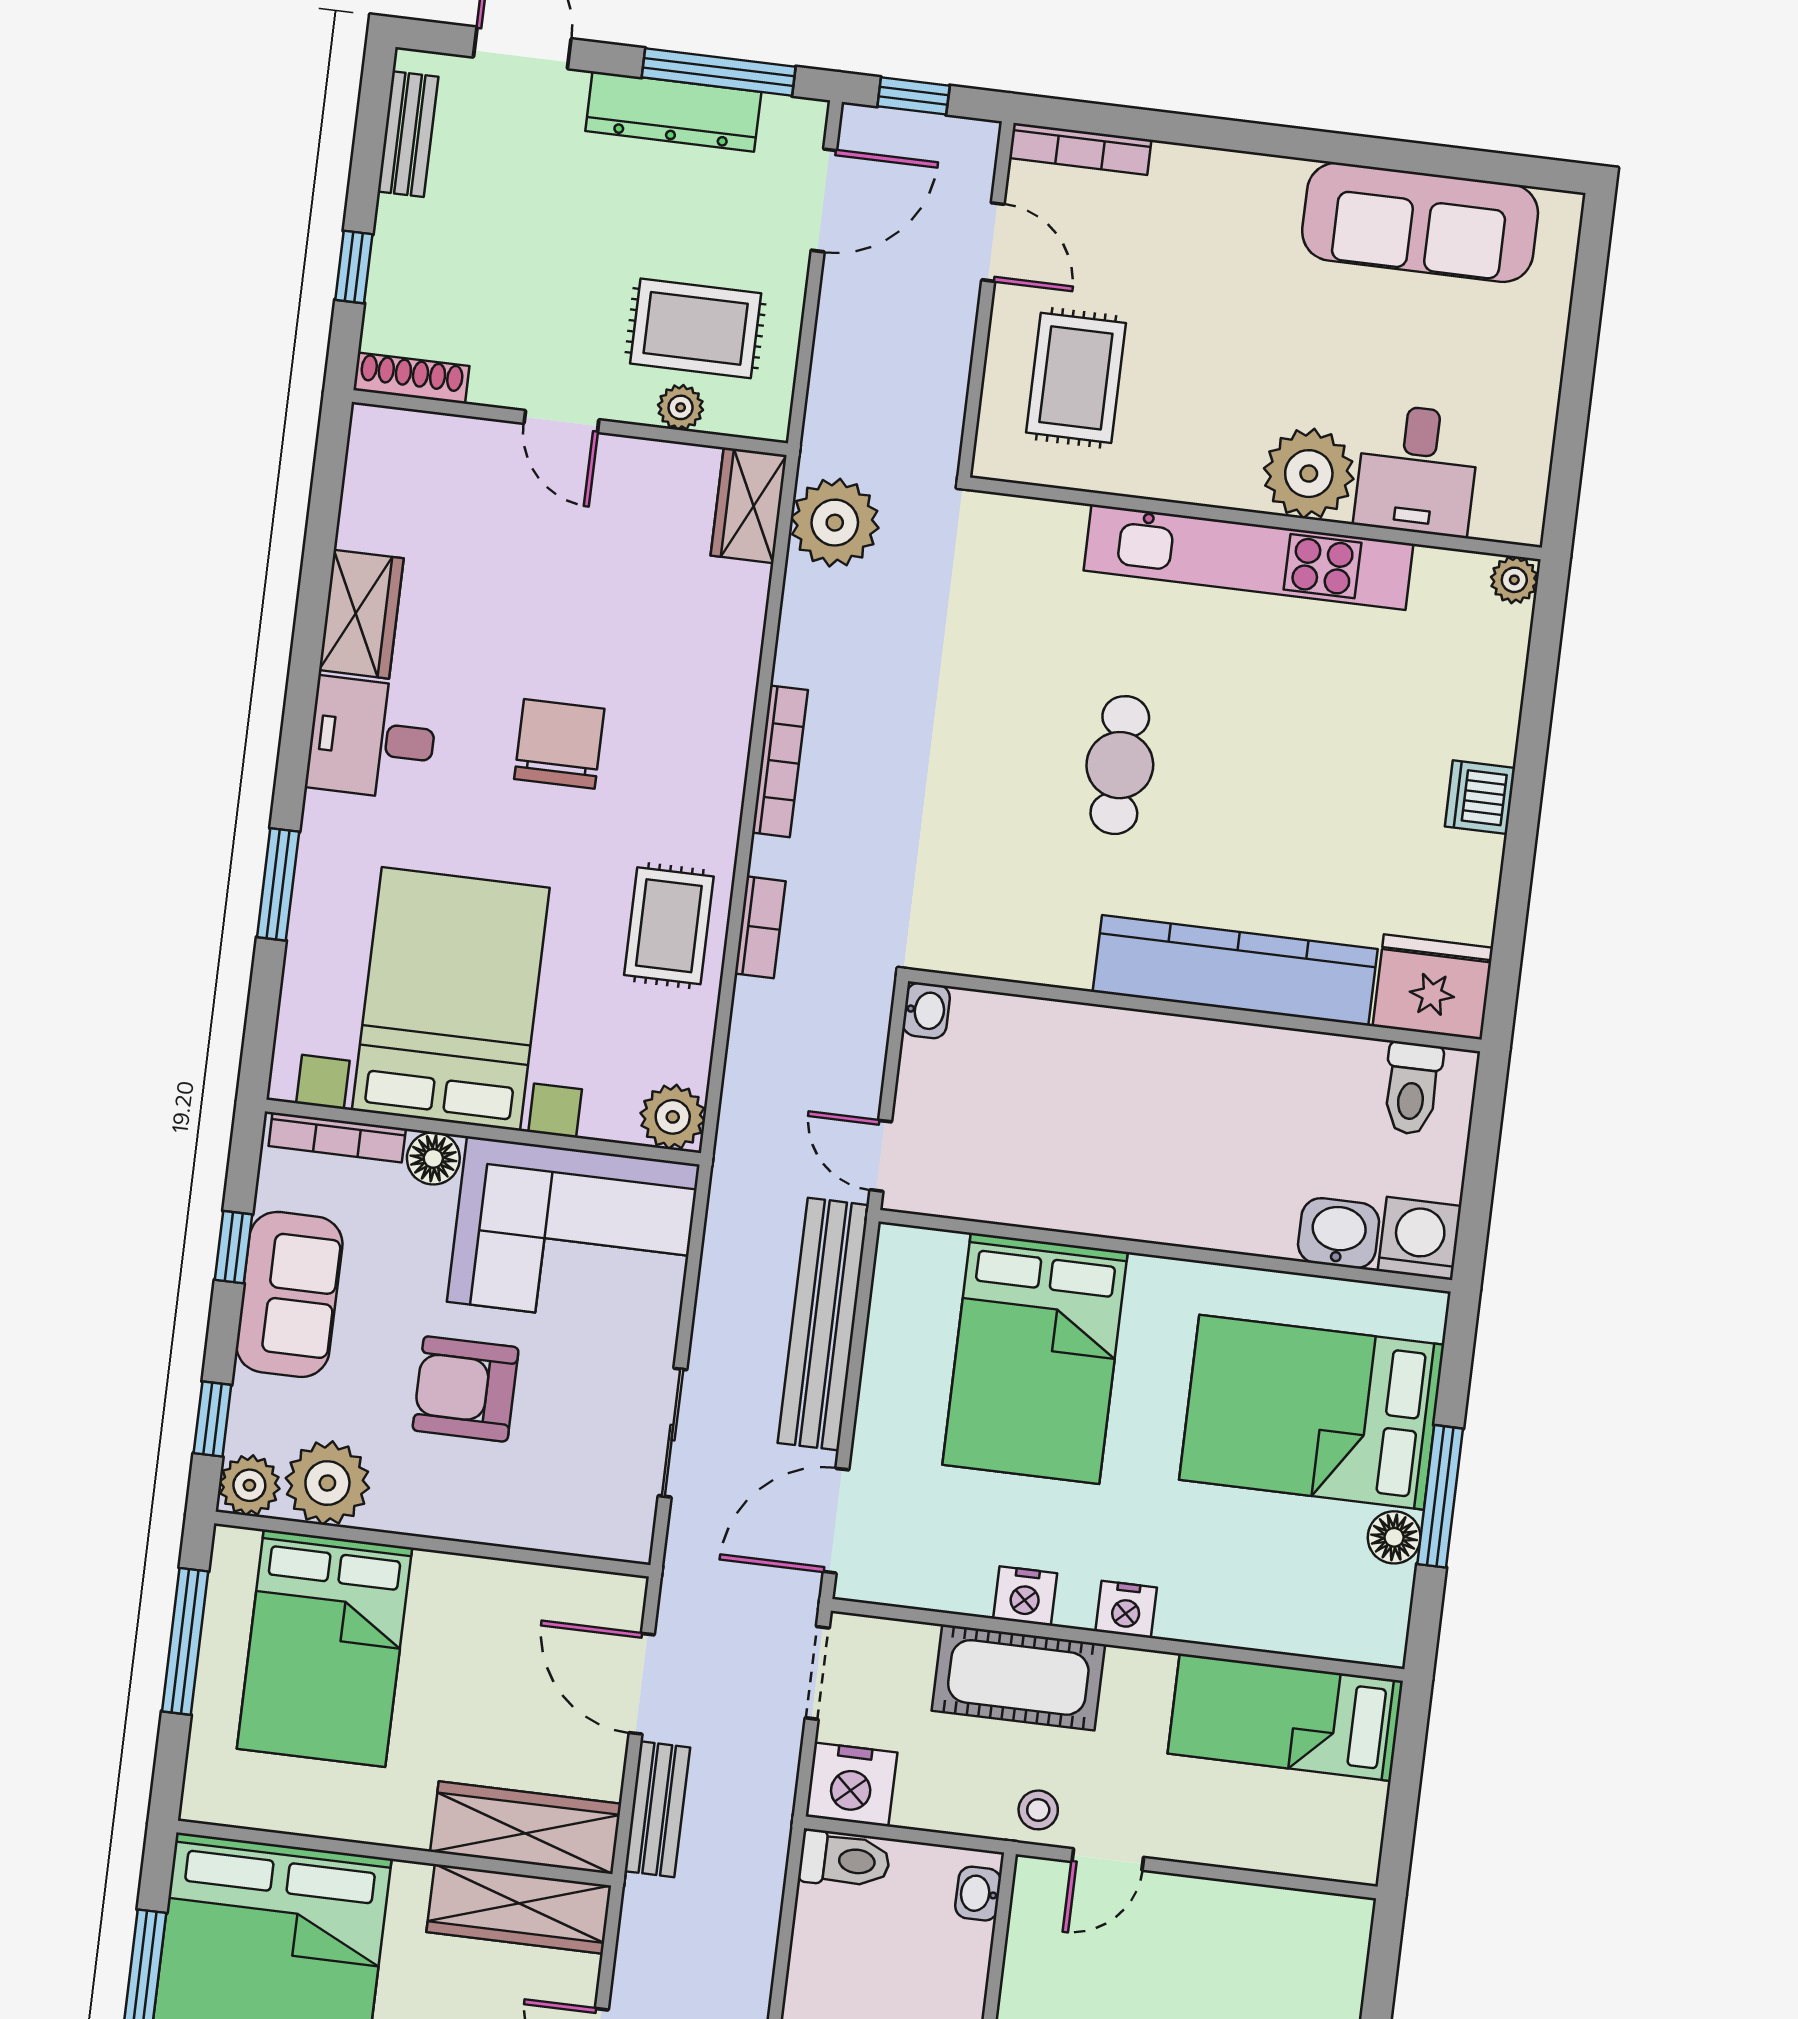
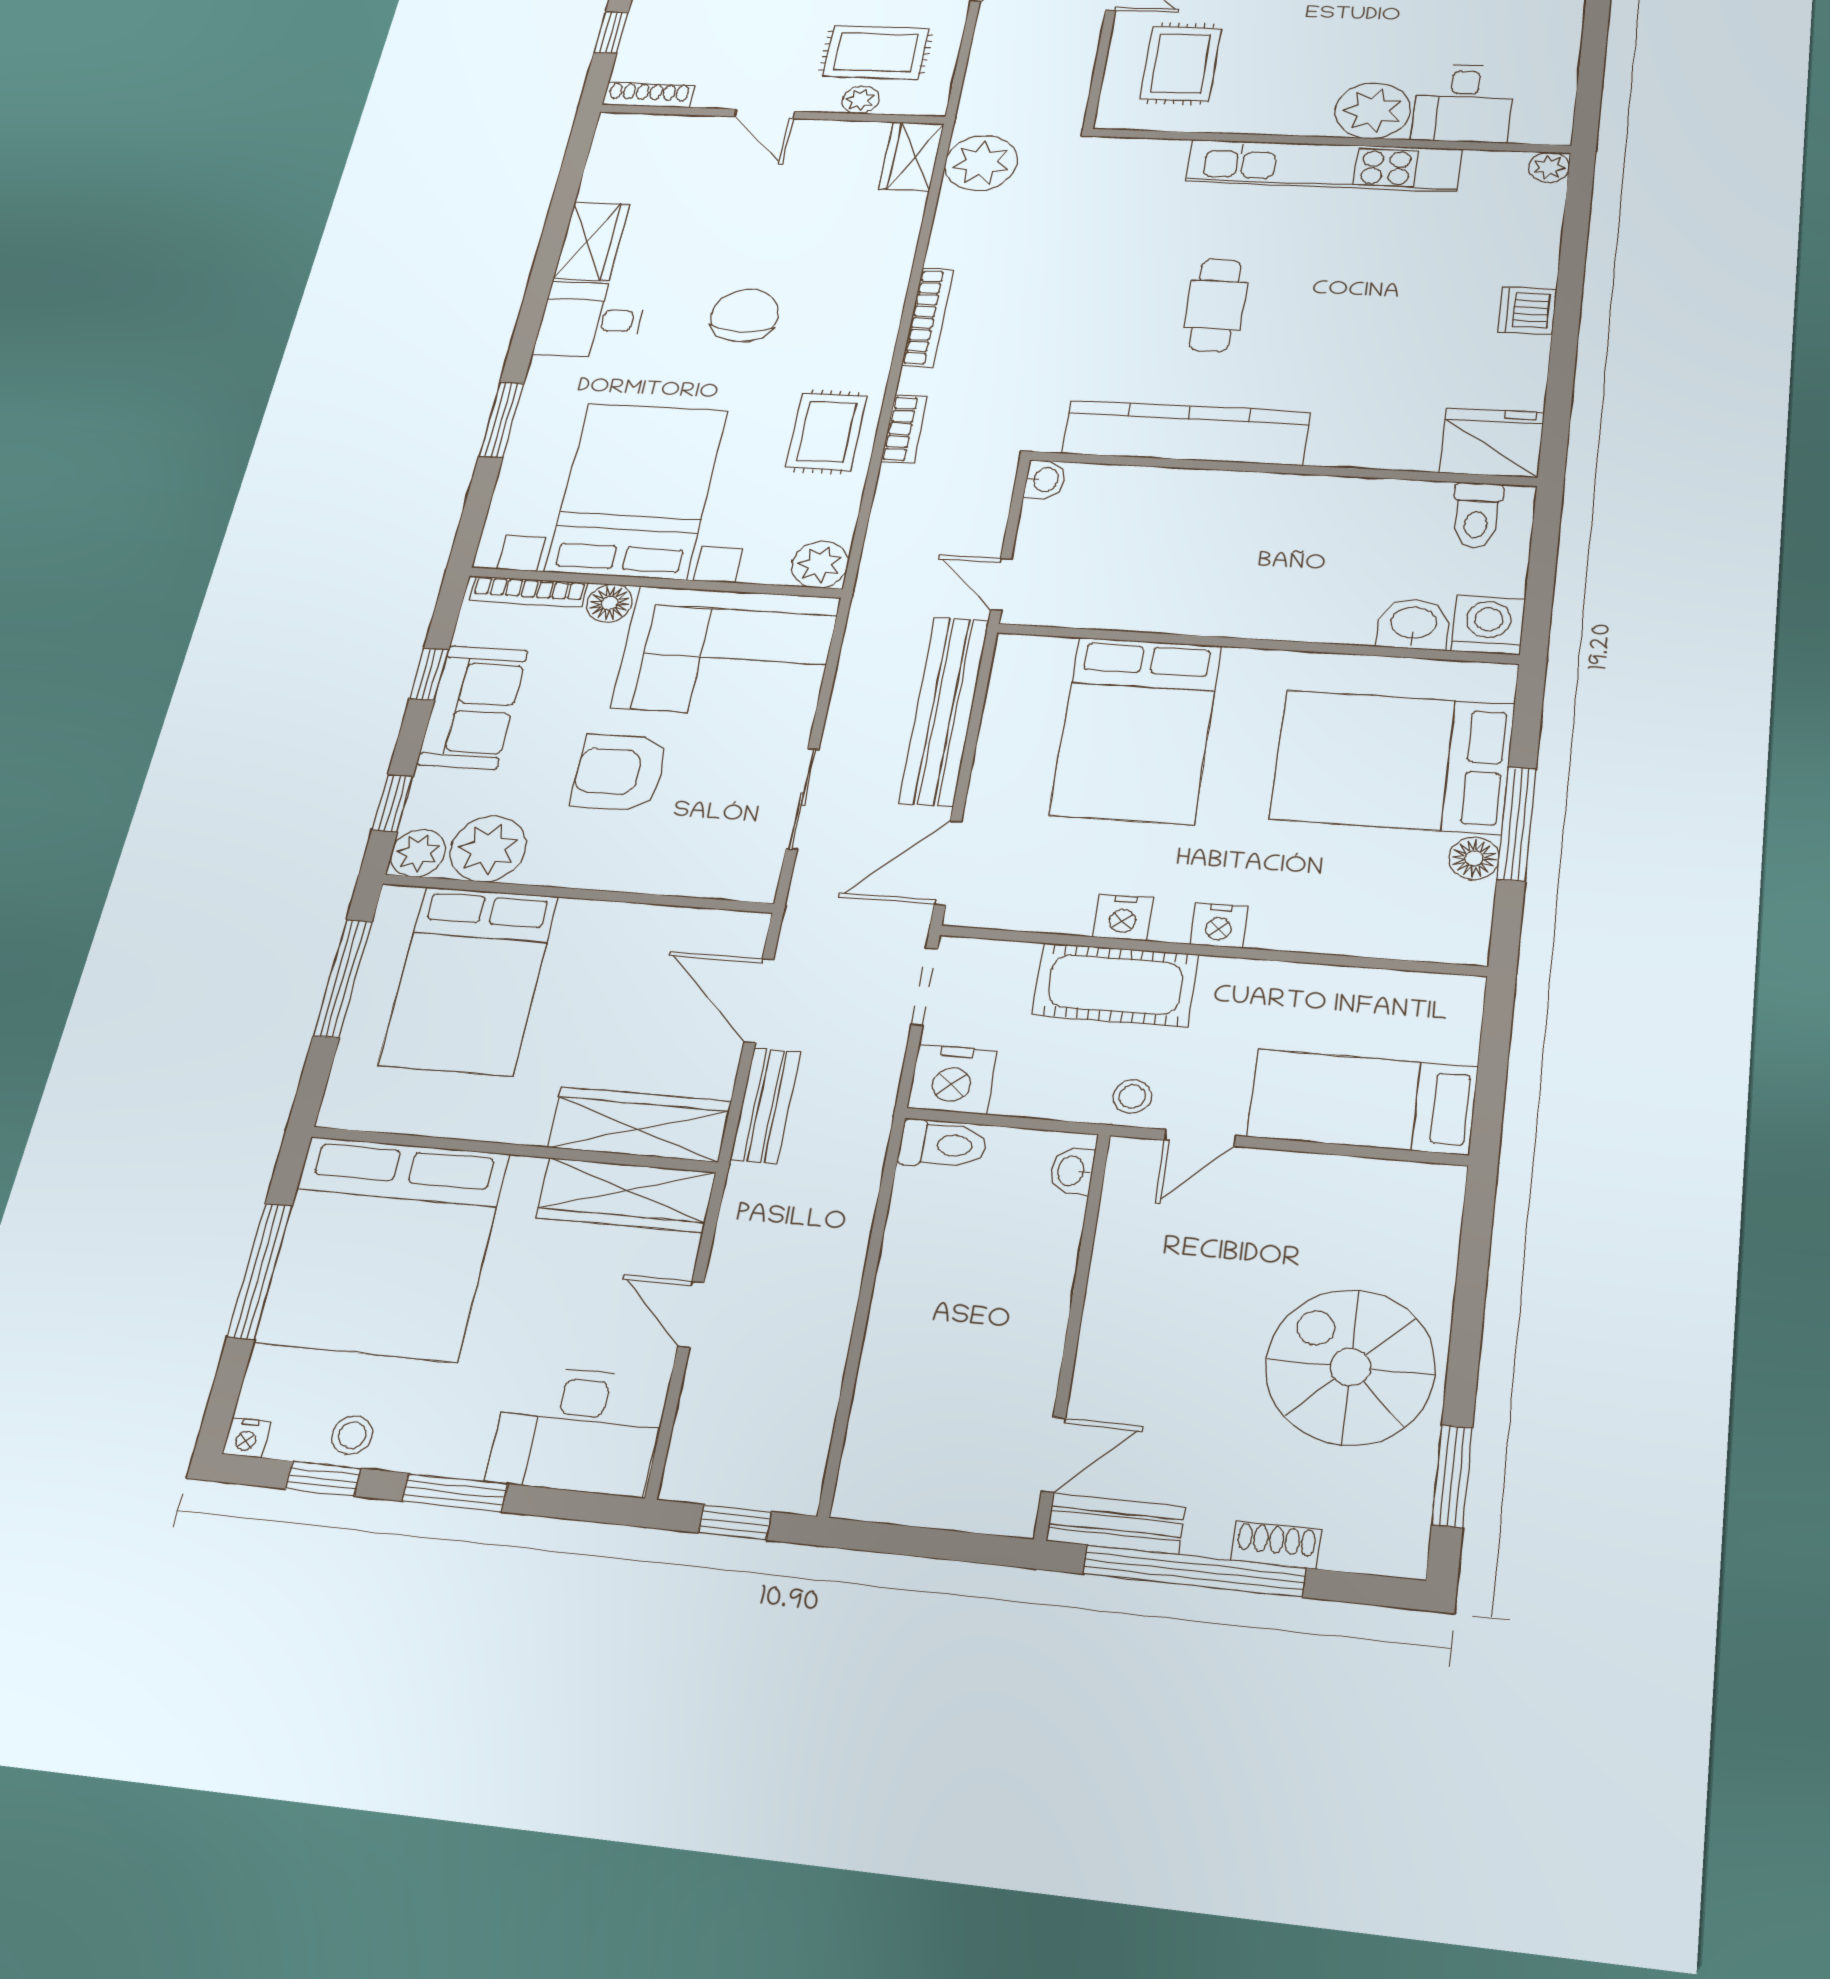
kitchen counter: (1235, 970) -> (1186, 433), moved
bed: (1285, 1717) -> (1362, 1102), moved

